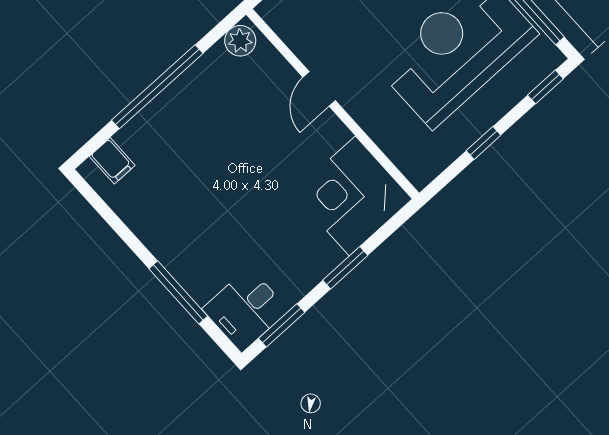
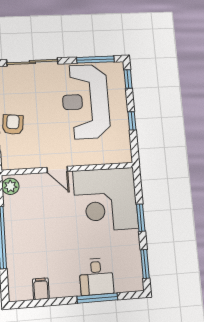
filing cabinet: (112, 161) -> (41, 289), moved, turned -90
corner desk: (352, 196) -> (106, 200), width x1.36, depth x1.36
desk: (245, 310) -> (96, 277), moved

